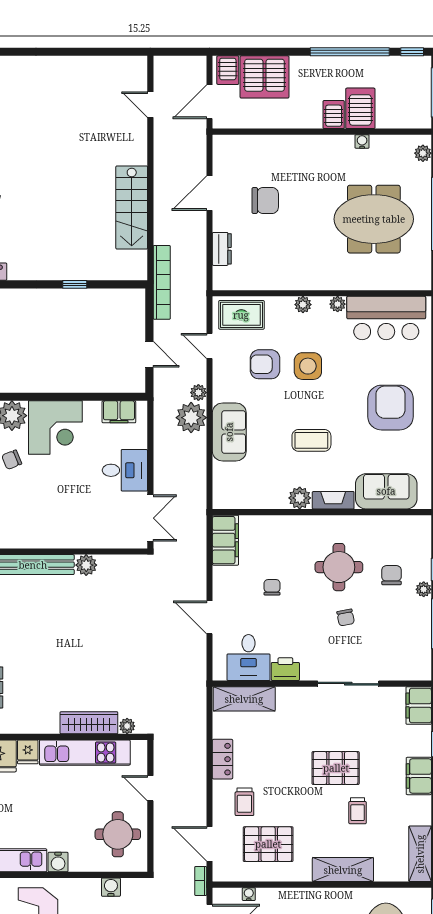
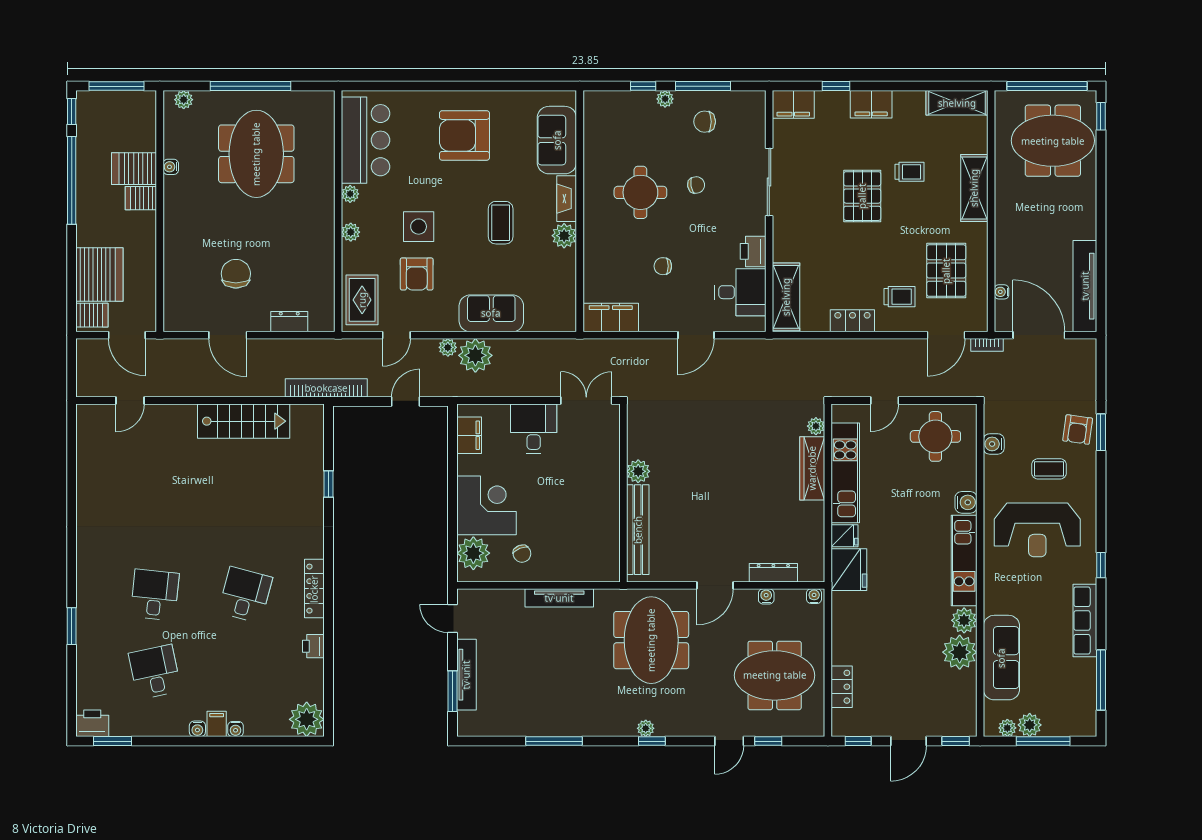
chair: (391, 575) -> (705, 122), moved

